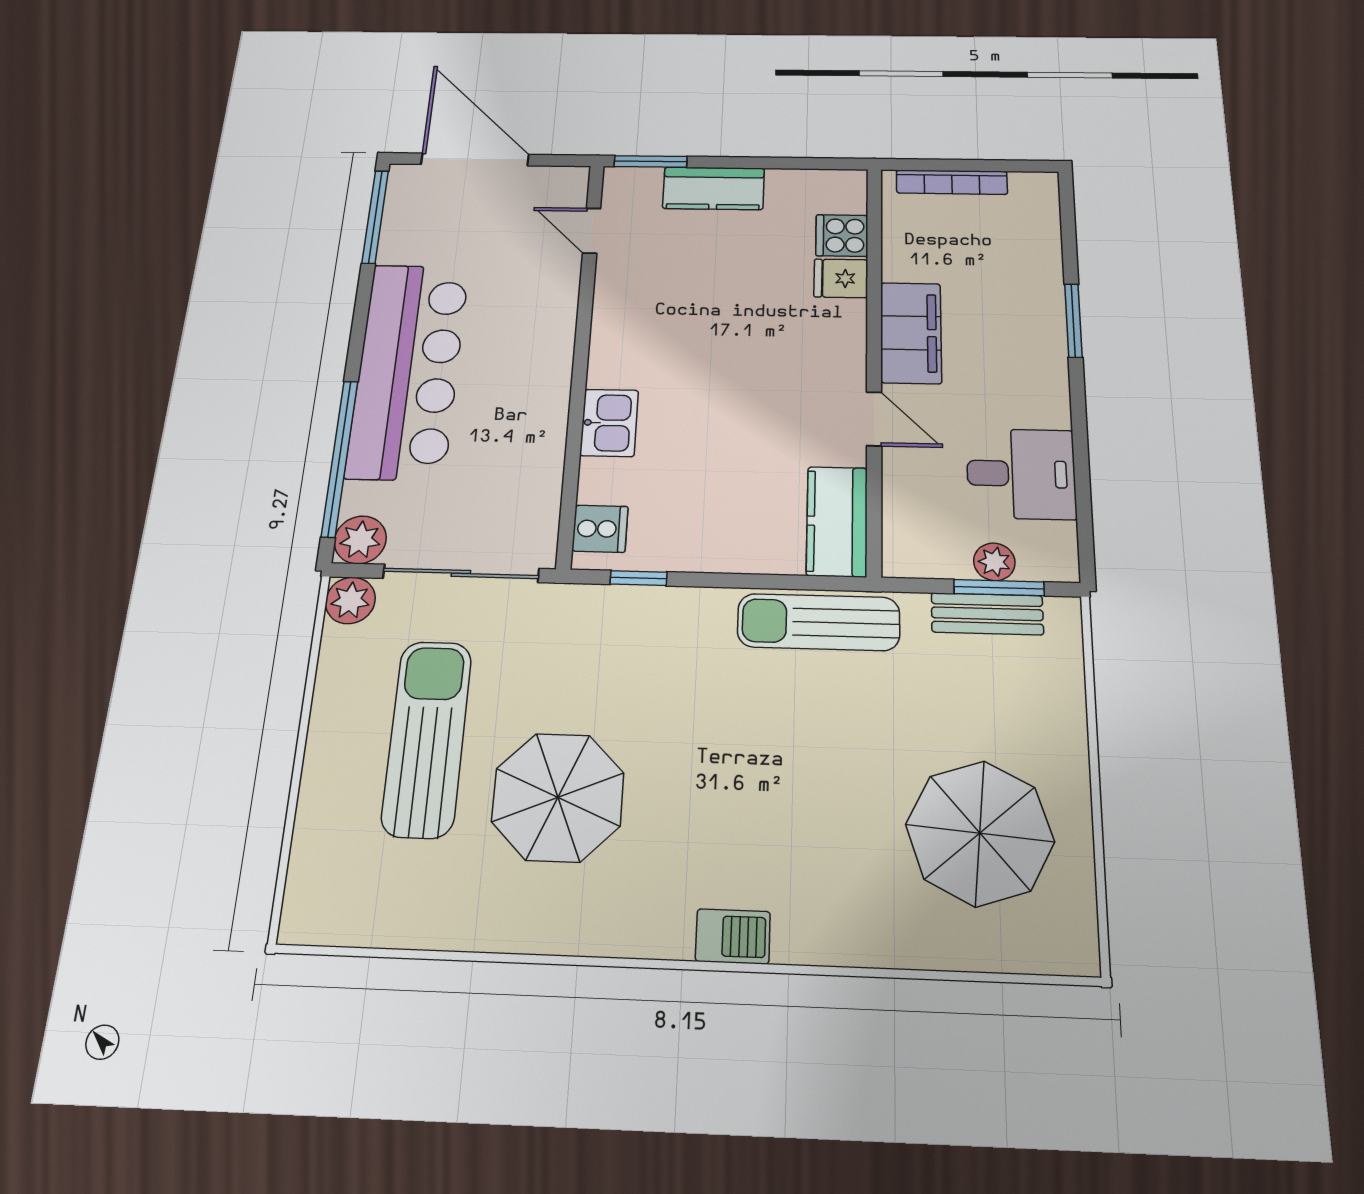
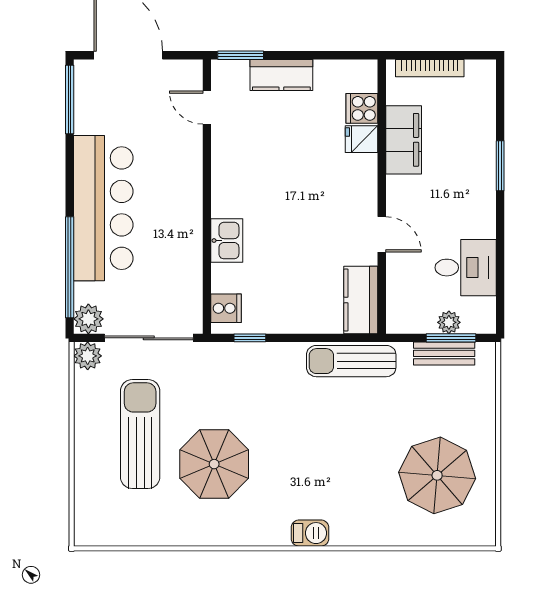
filing cabinet: (911, 333) -> (404, 140), moved

